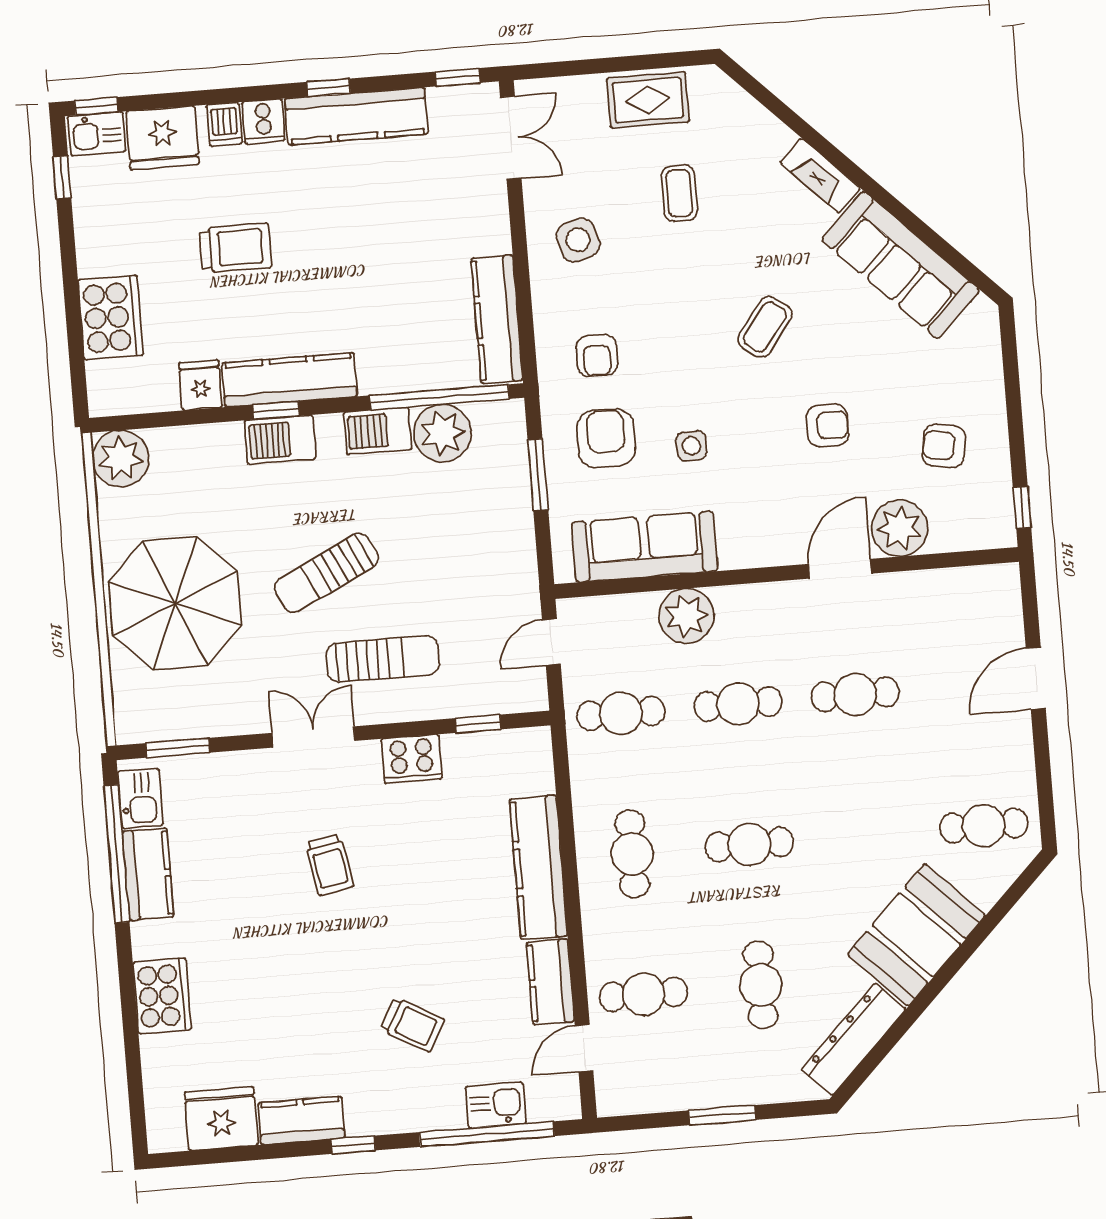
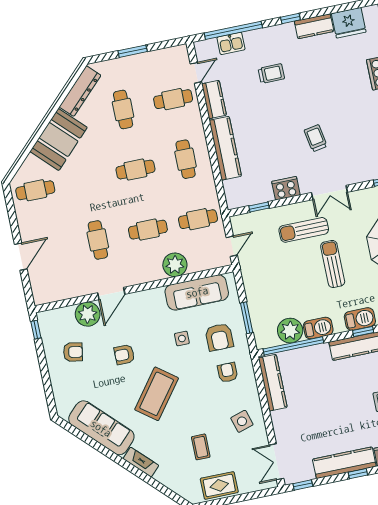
coffee table: (765, 327) -> (157, 394), width x1.86, depth x1.72
sun lounger: (326, 573) -> (333, 264), turned -64
cafe table: (855, 695) -> (98, 240), turned 90
trolley: (412, 1025) -> (271, 74), turned 151

